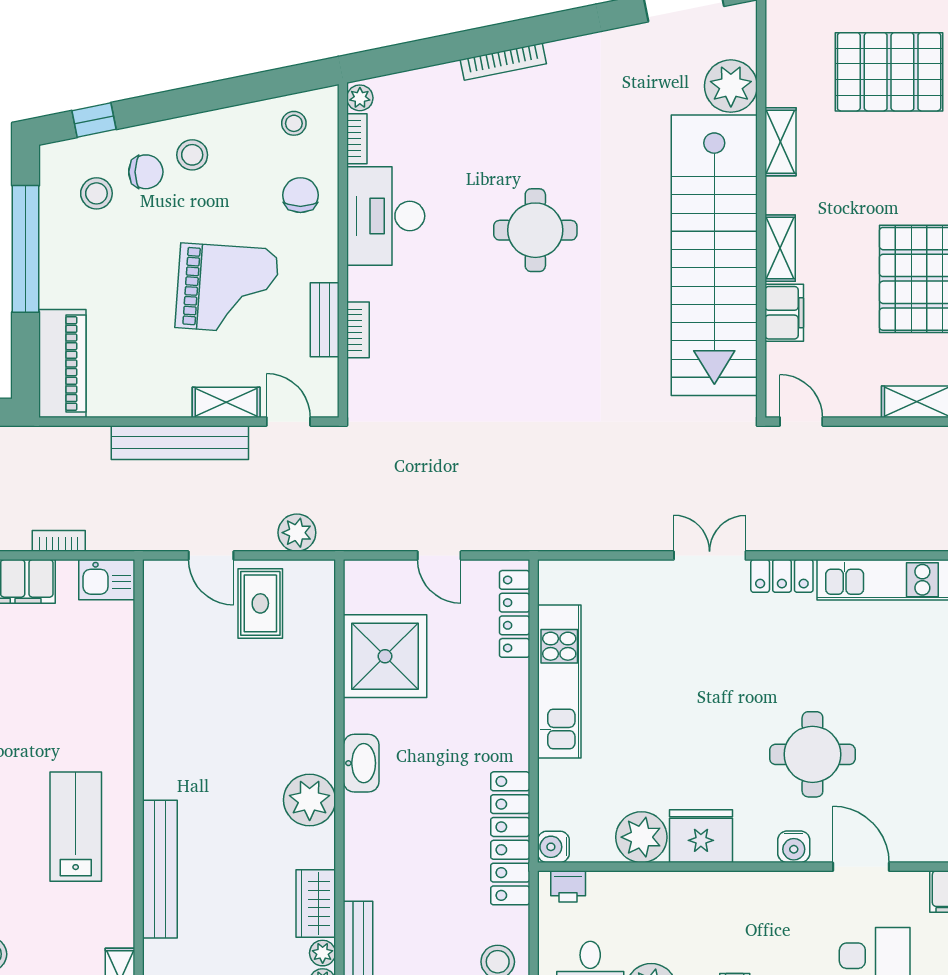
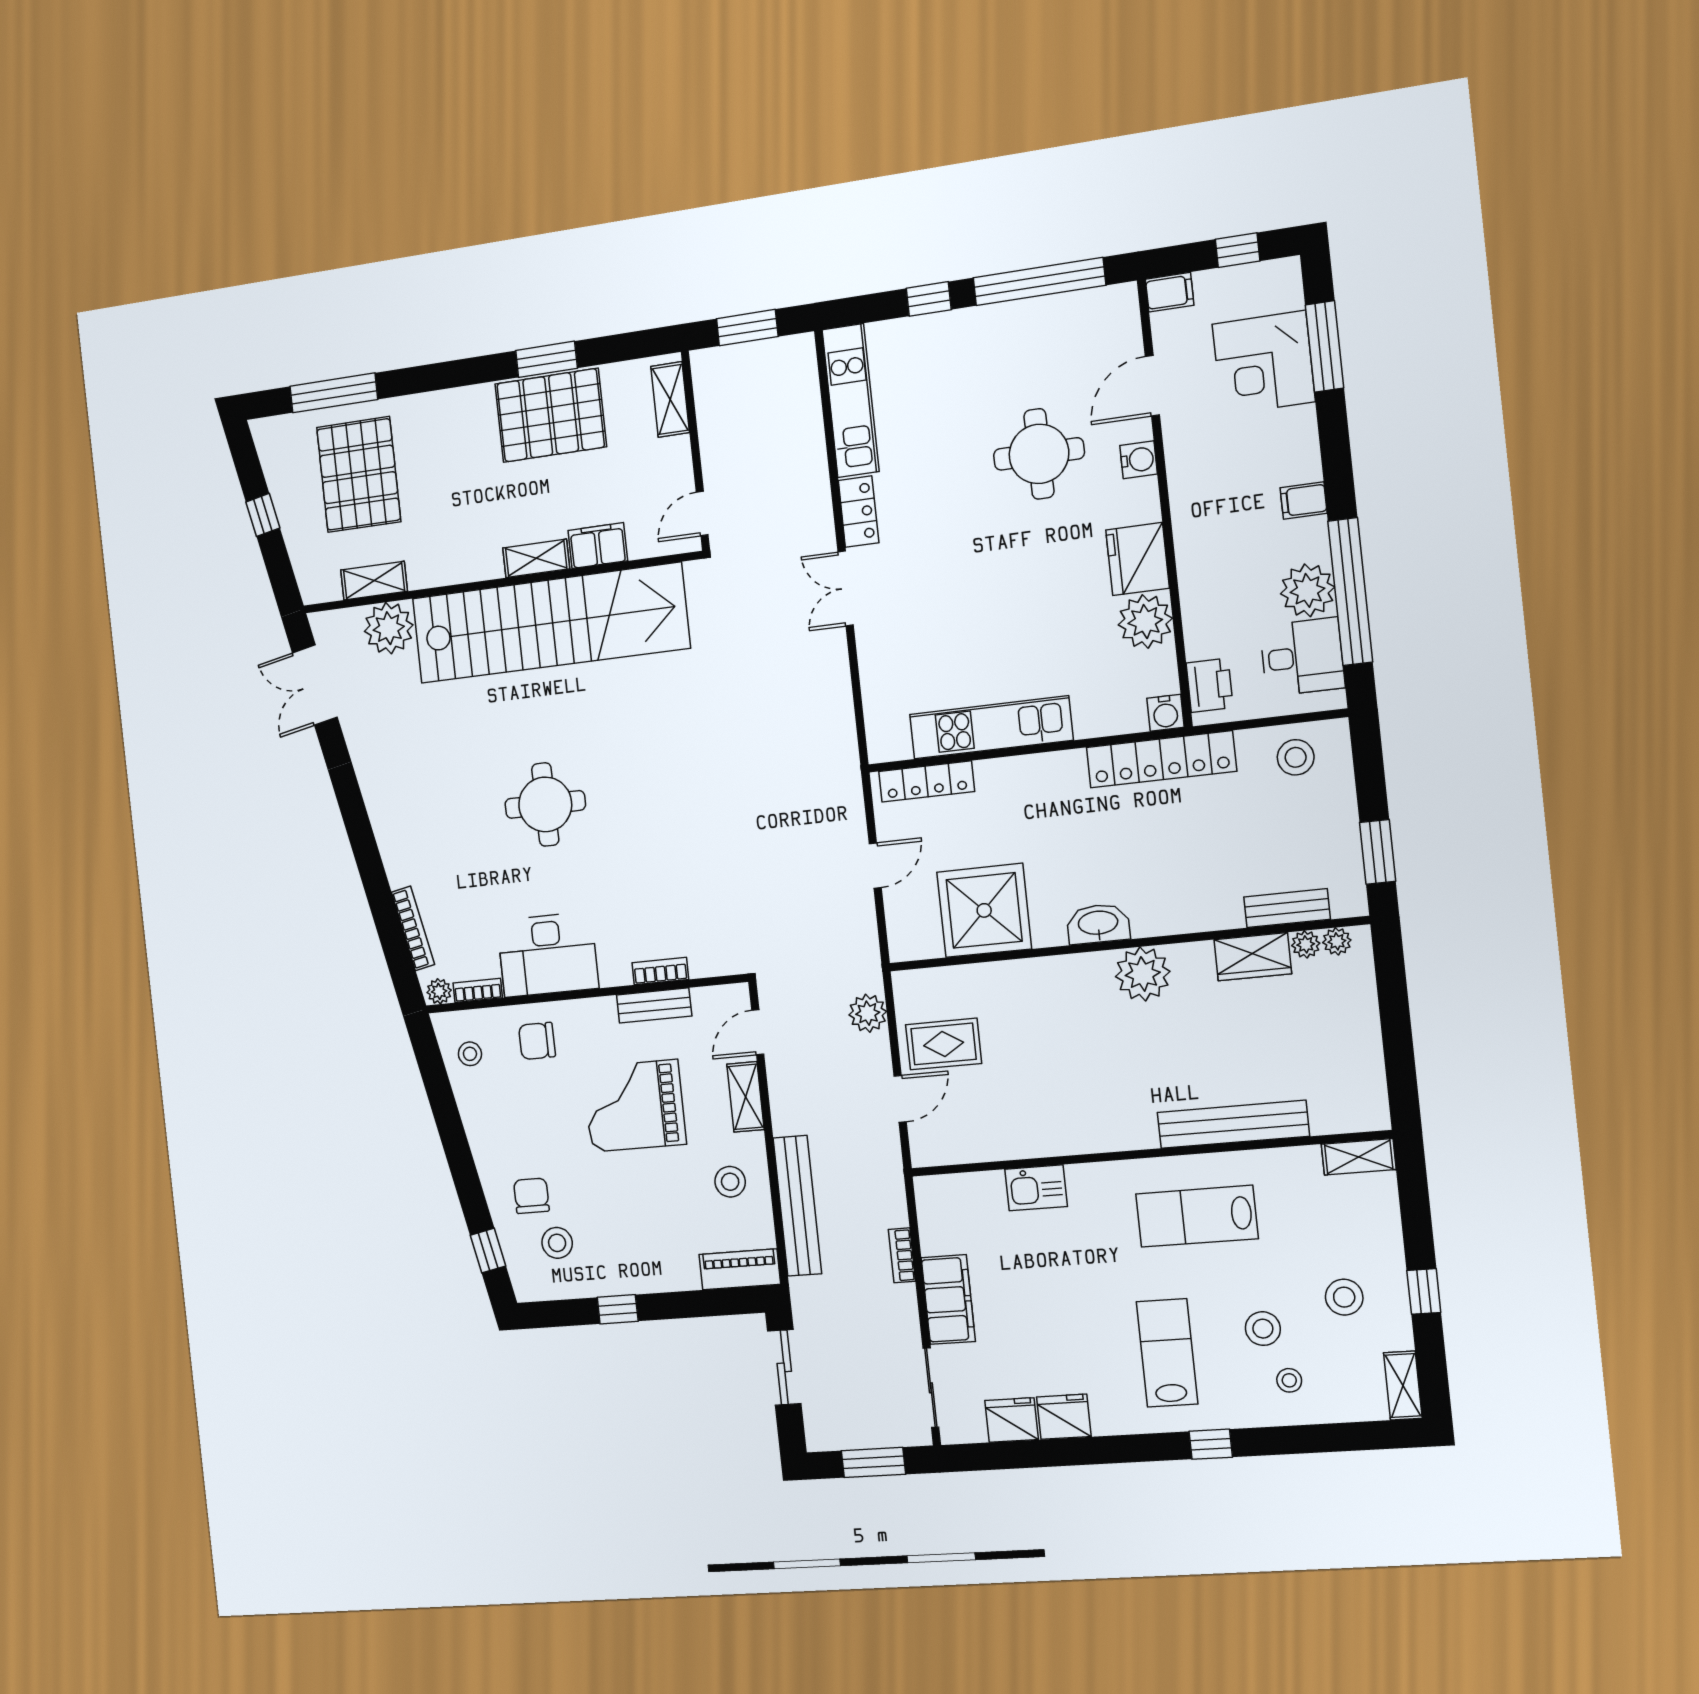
bookcase: (503, 62) -> (413, 928), moved
shelving: (781, 142) -> (374, 581), moved
stool: (192, 155) -> (730, 1182), moved
window: (26, 249) -> (618, 1309), width x0.32
grand piano: (227, 289) -> (634, 1106), turned -94
piano: (62, 363) -> (740, 1269), width x0.73, depth x0.75
bench: (180, 443) -> (797, 1206), moved
kitchen sink: (107, 580) -> (1036, 1188), moved, turned 90
printer: (568, 886) -> (1210, 685), width x1.36, depth x1.24

